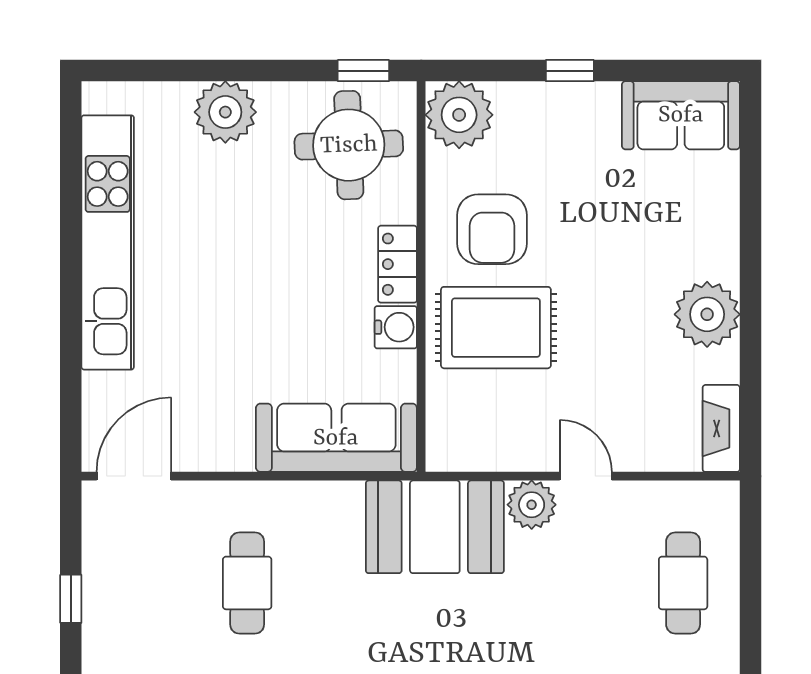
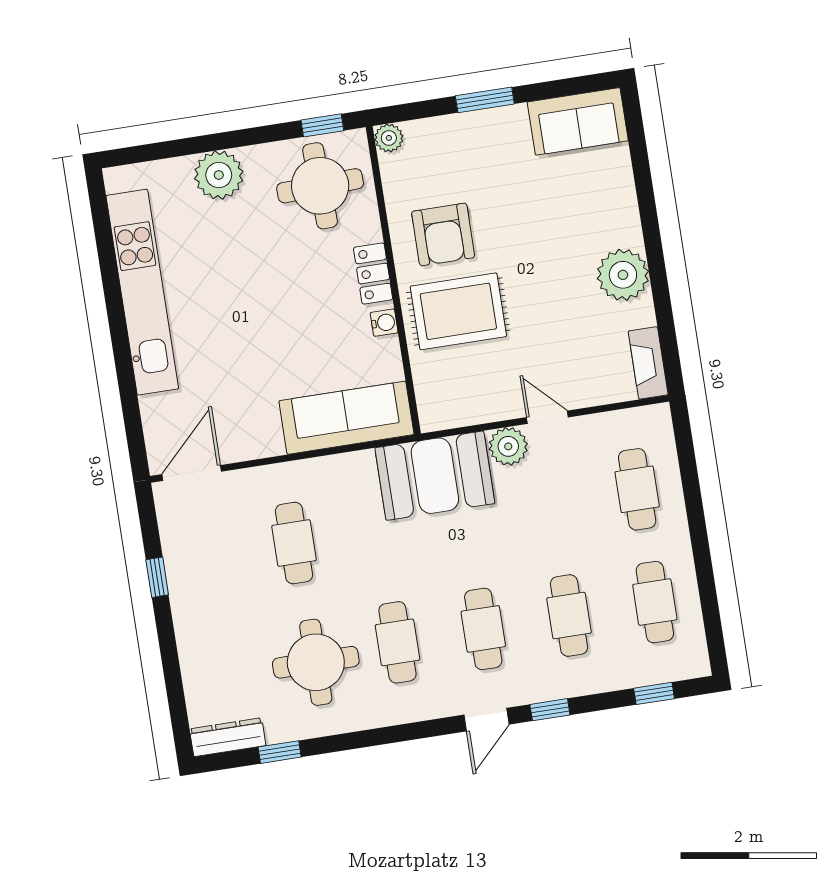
window: (570, 71) -> (485, 100), width x1.50
plant: (459, 115) -> (389, 138), width x0.53, depth x0.53
water cooler: (396, 327) -> (384, 323), width x0.72, depth x0.72

